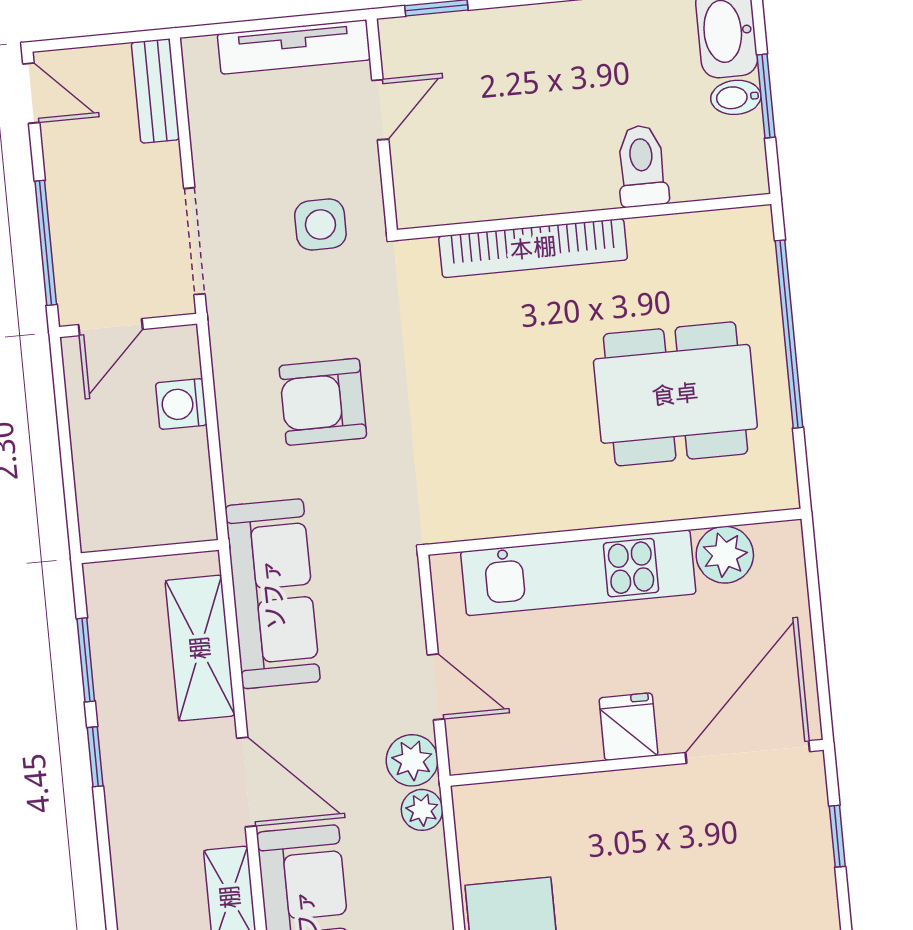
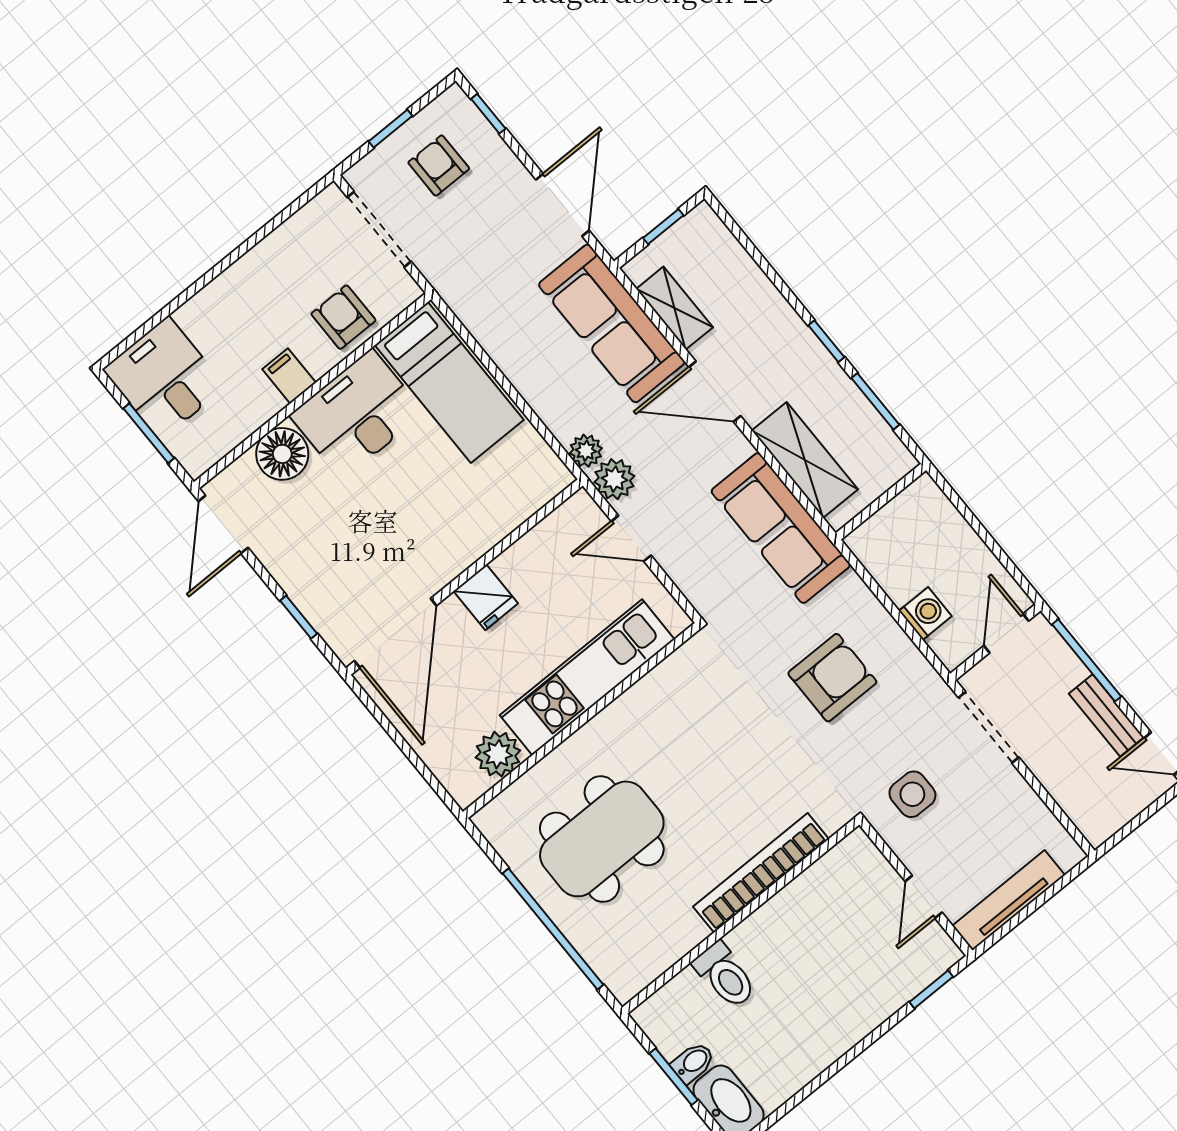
bench: (155, 91) -> (1106, 715), moved

